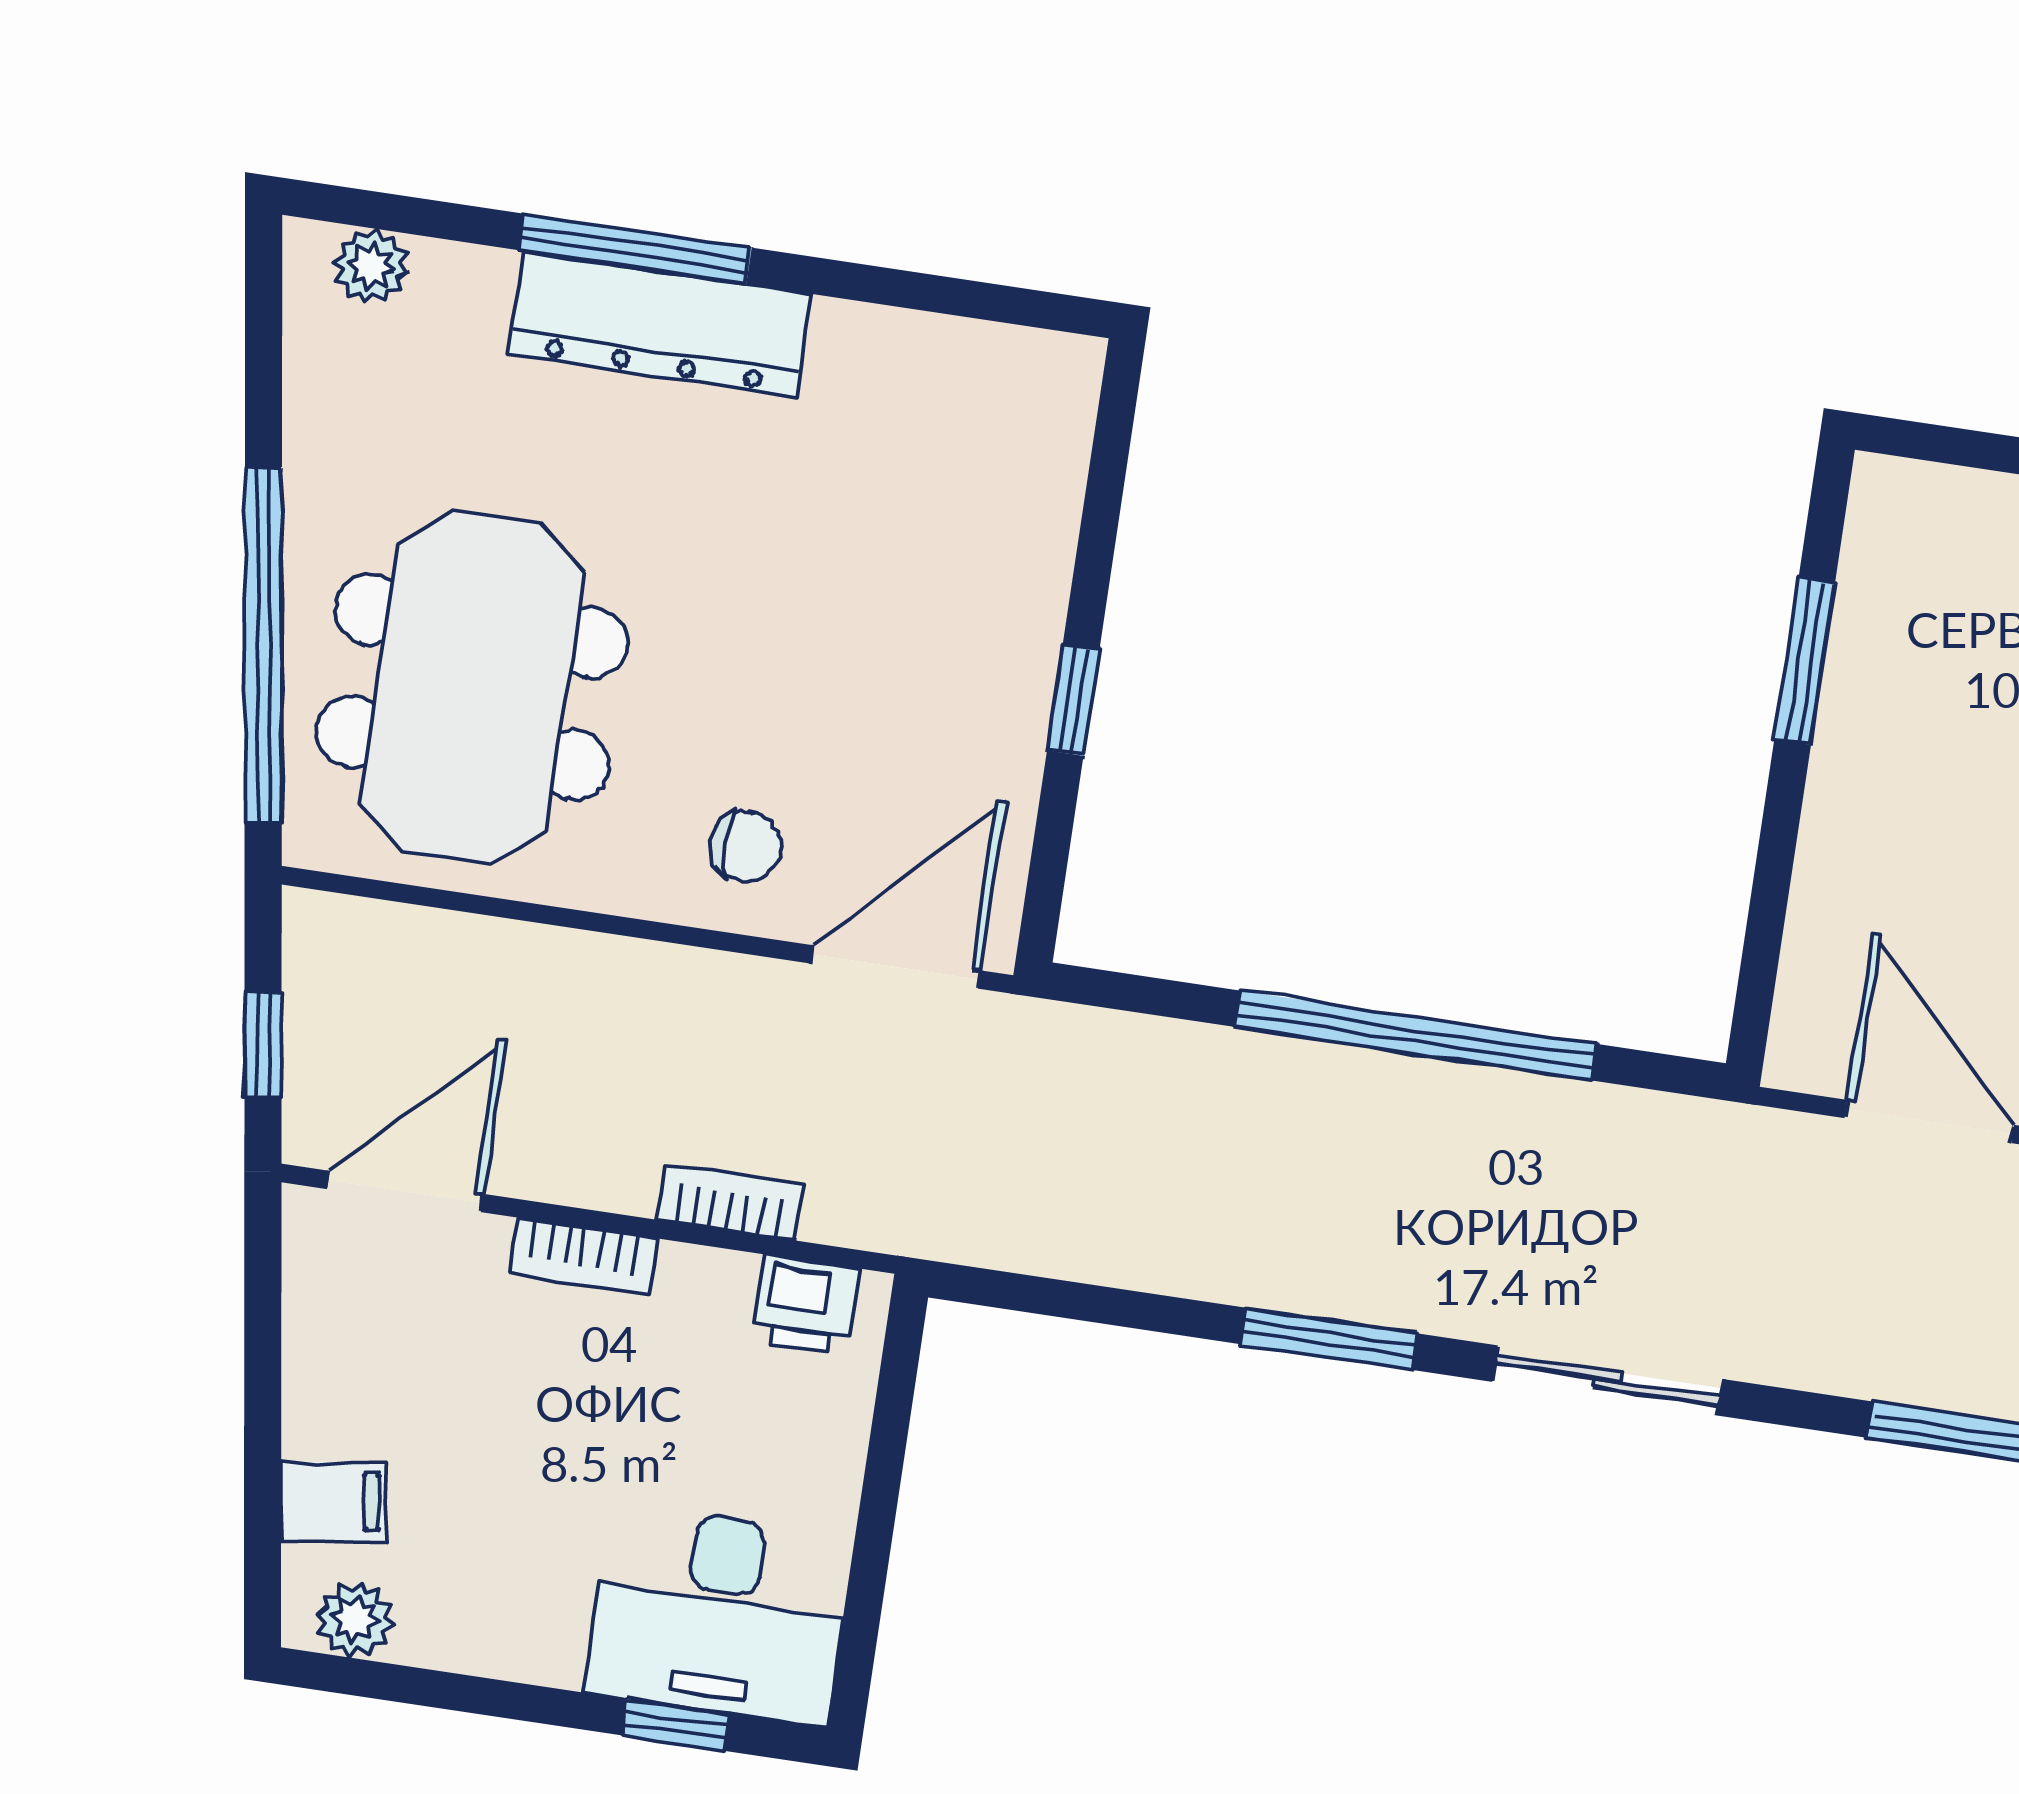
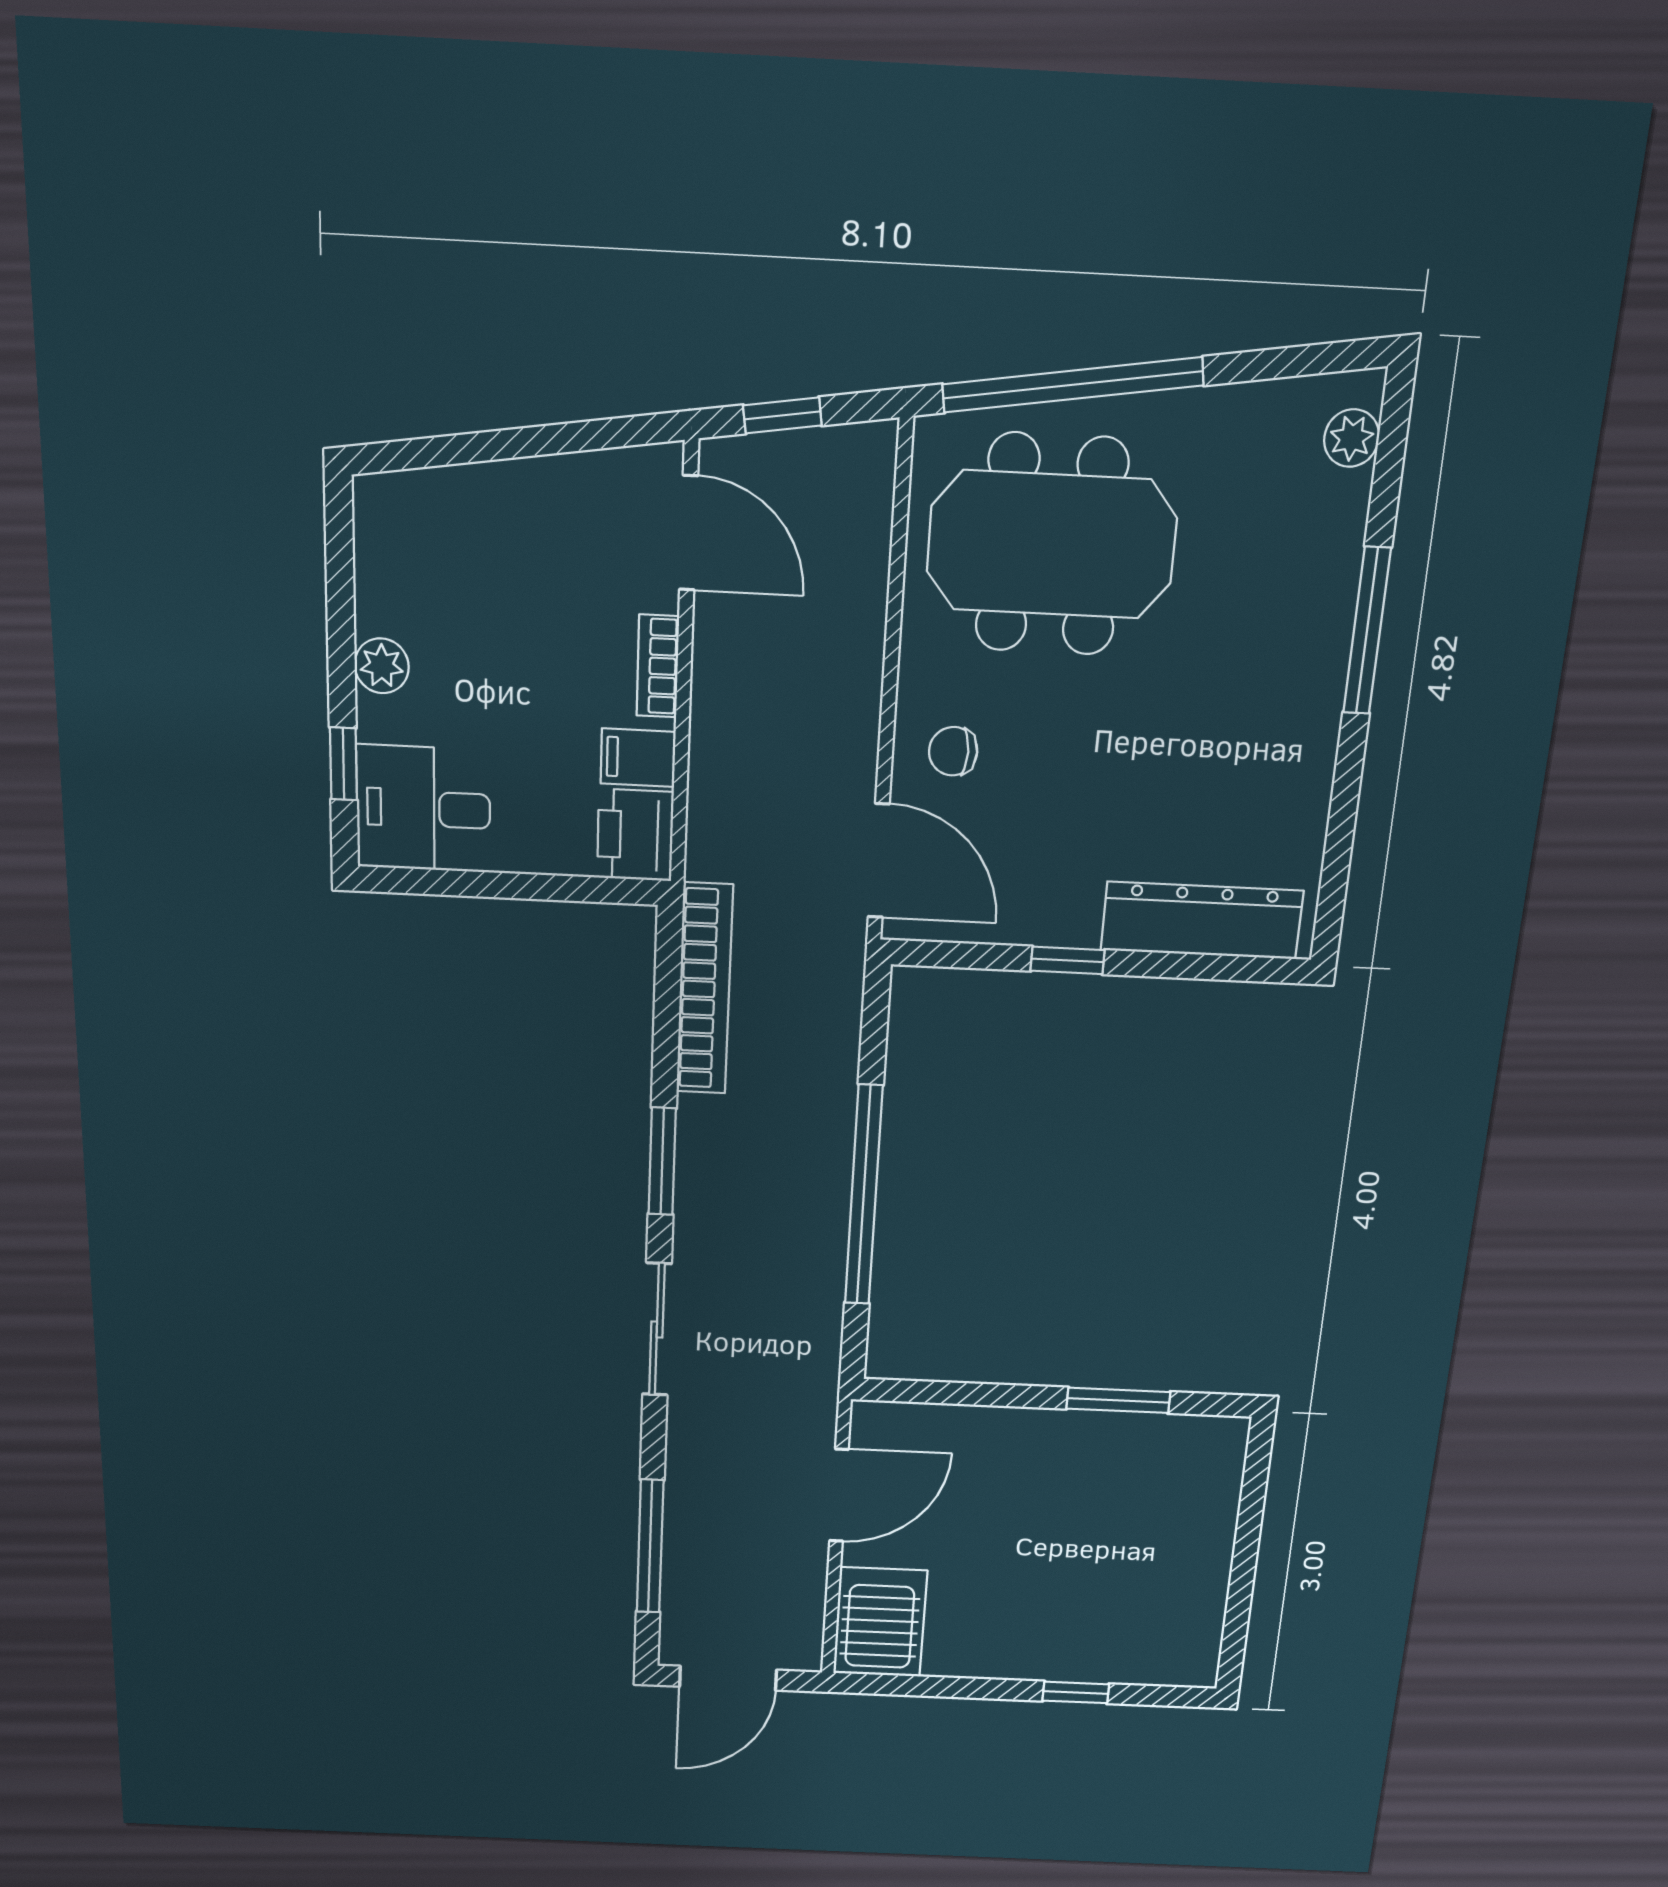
dresser: (659, 324) -> (1202, 920), moved, turned 90
chair: (746, 846) -> (953, 751), turned 90
bookcase: (730, 1202) -> (704, 989), moved, width x2.31, depth x1.31
printer: (806, 1305) -> (635, 835), width x1.36, depth x1.24
filing cabinet: (334, 1502) -> (638, 758), moved, turned 98
desk: (719, 1615) -> (423, 809), width x0.73
plant: (355, 1620) -> (382, 666), moved

